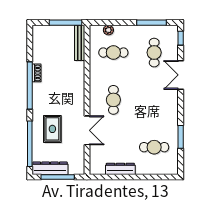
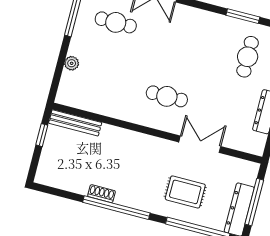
window: (65, 23) -> (42, 135), width x0.46
plant: (108, 30) -> (72, 63), moved
cafe table: (113, 53) -> (101, 79), removed

